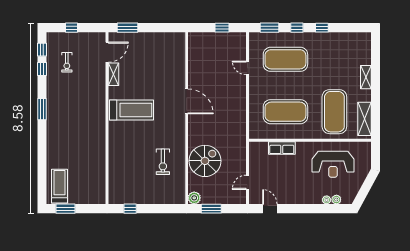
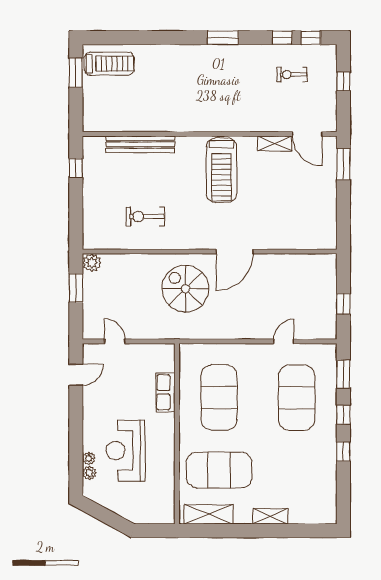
spiral stairs: (205, 161) -> (185, 289), moved, turned 180
reception desk: (333, 164) -> (126, 450), moved
bench: (114, 165) -> (140, 144), added

